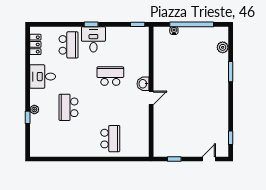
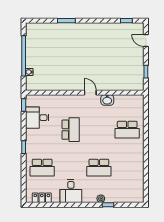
desk: (93, 39) -> (37, 118), moved
school desk: (68, 45) -> (42, 168), turned 180
plant: (223, 47) -> (44, 28), removed
school desk: (110, 76) -> (71, 130), turned 180
washbasin: (143, 84) -> (107, 100), moved
school desk: (110, 139) -> (127, 130), turned 180

